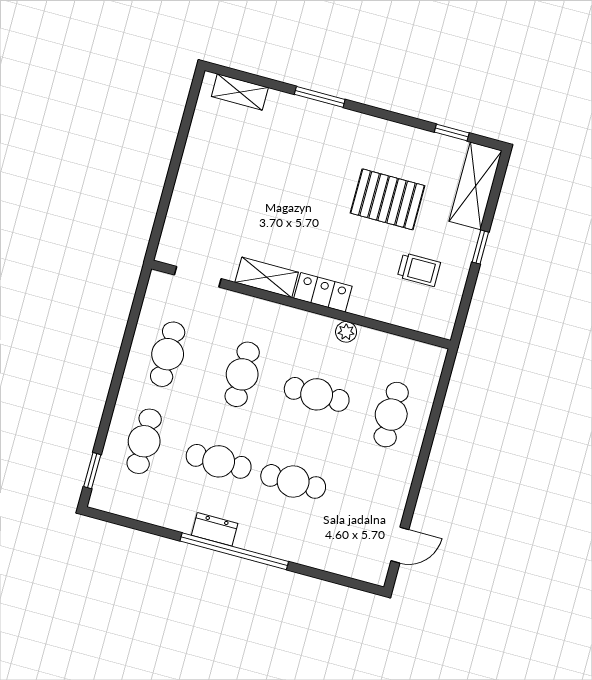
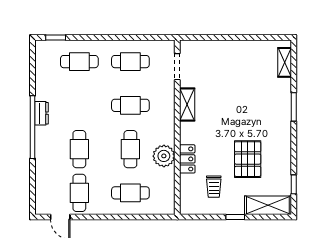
locker: (323, 292) -> (187, 159), moved
plant: (346, 332) -> (164, 156), width x1.87, depth x1.87
cafe table: (219, 461) -> (79, 193), moved

